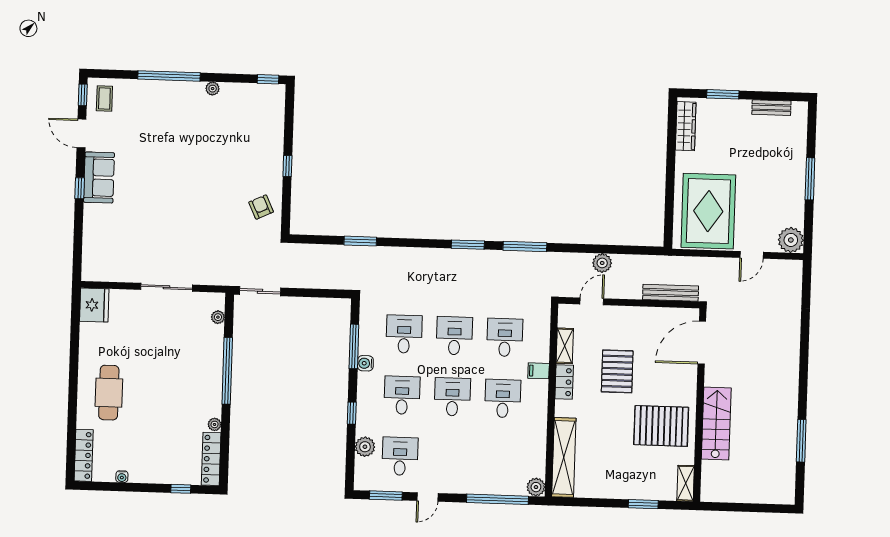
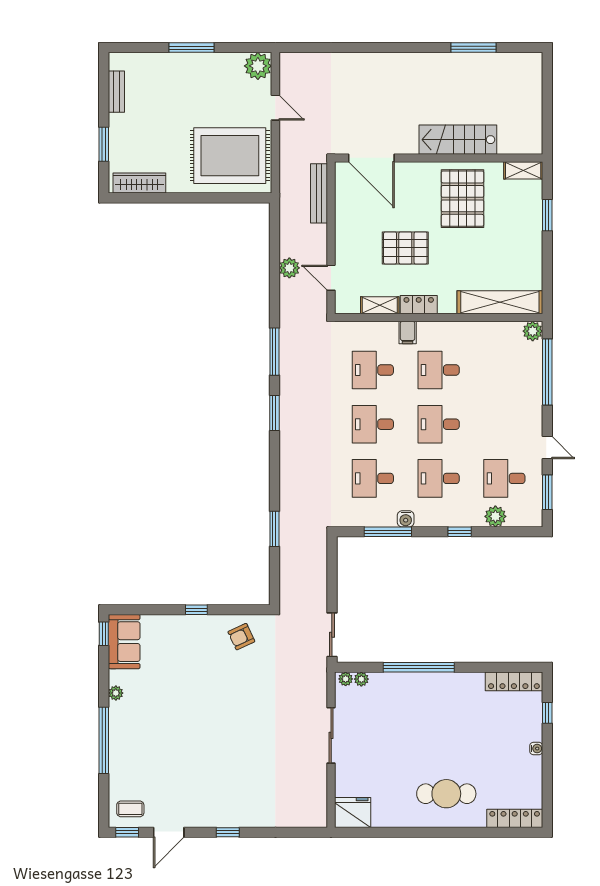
sofa: (99, 177) -> (124, 642), moved, turned 90
plant: (215, 424) -> (346, 679), moved
water cooler: (122, 477) -> (536, 749), moved

